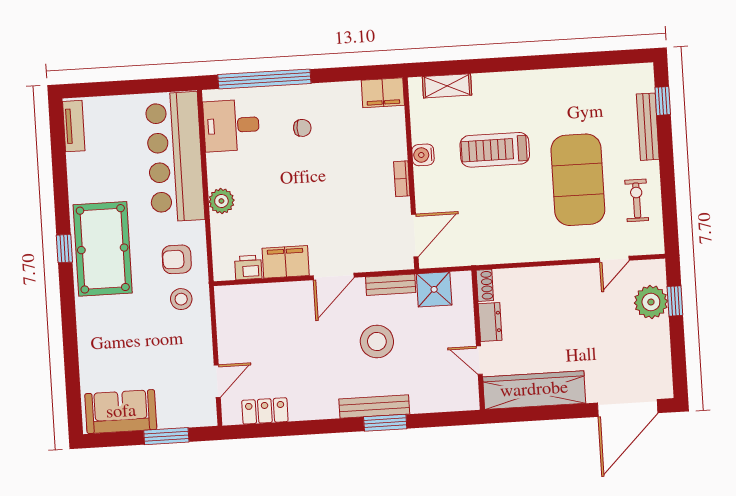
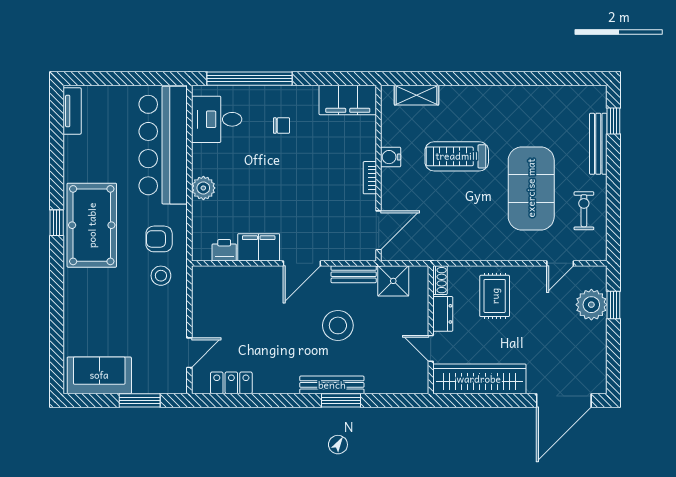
filing cabinet: (383, 93) -> (348, 100), width x1.50, depth x1.17
rug: (545, 299) -> (495, 296), added

